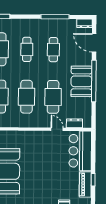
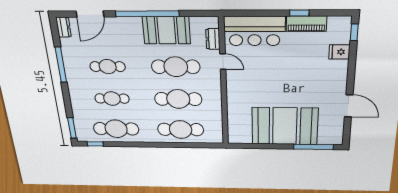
booth: (81, 81) -> (166, 30), moved
door: (57, 129) -> (223, 62), swing flipped

